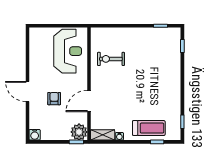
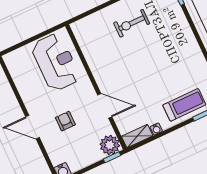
exercise bike: (111, 59) -> (132, 23), moved
door: (89, 101) -> (105, 106), swing flipped

